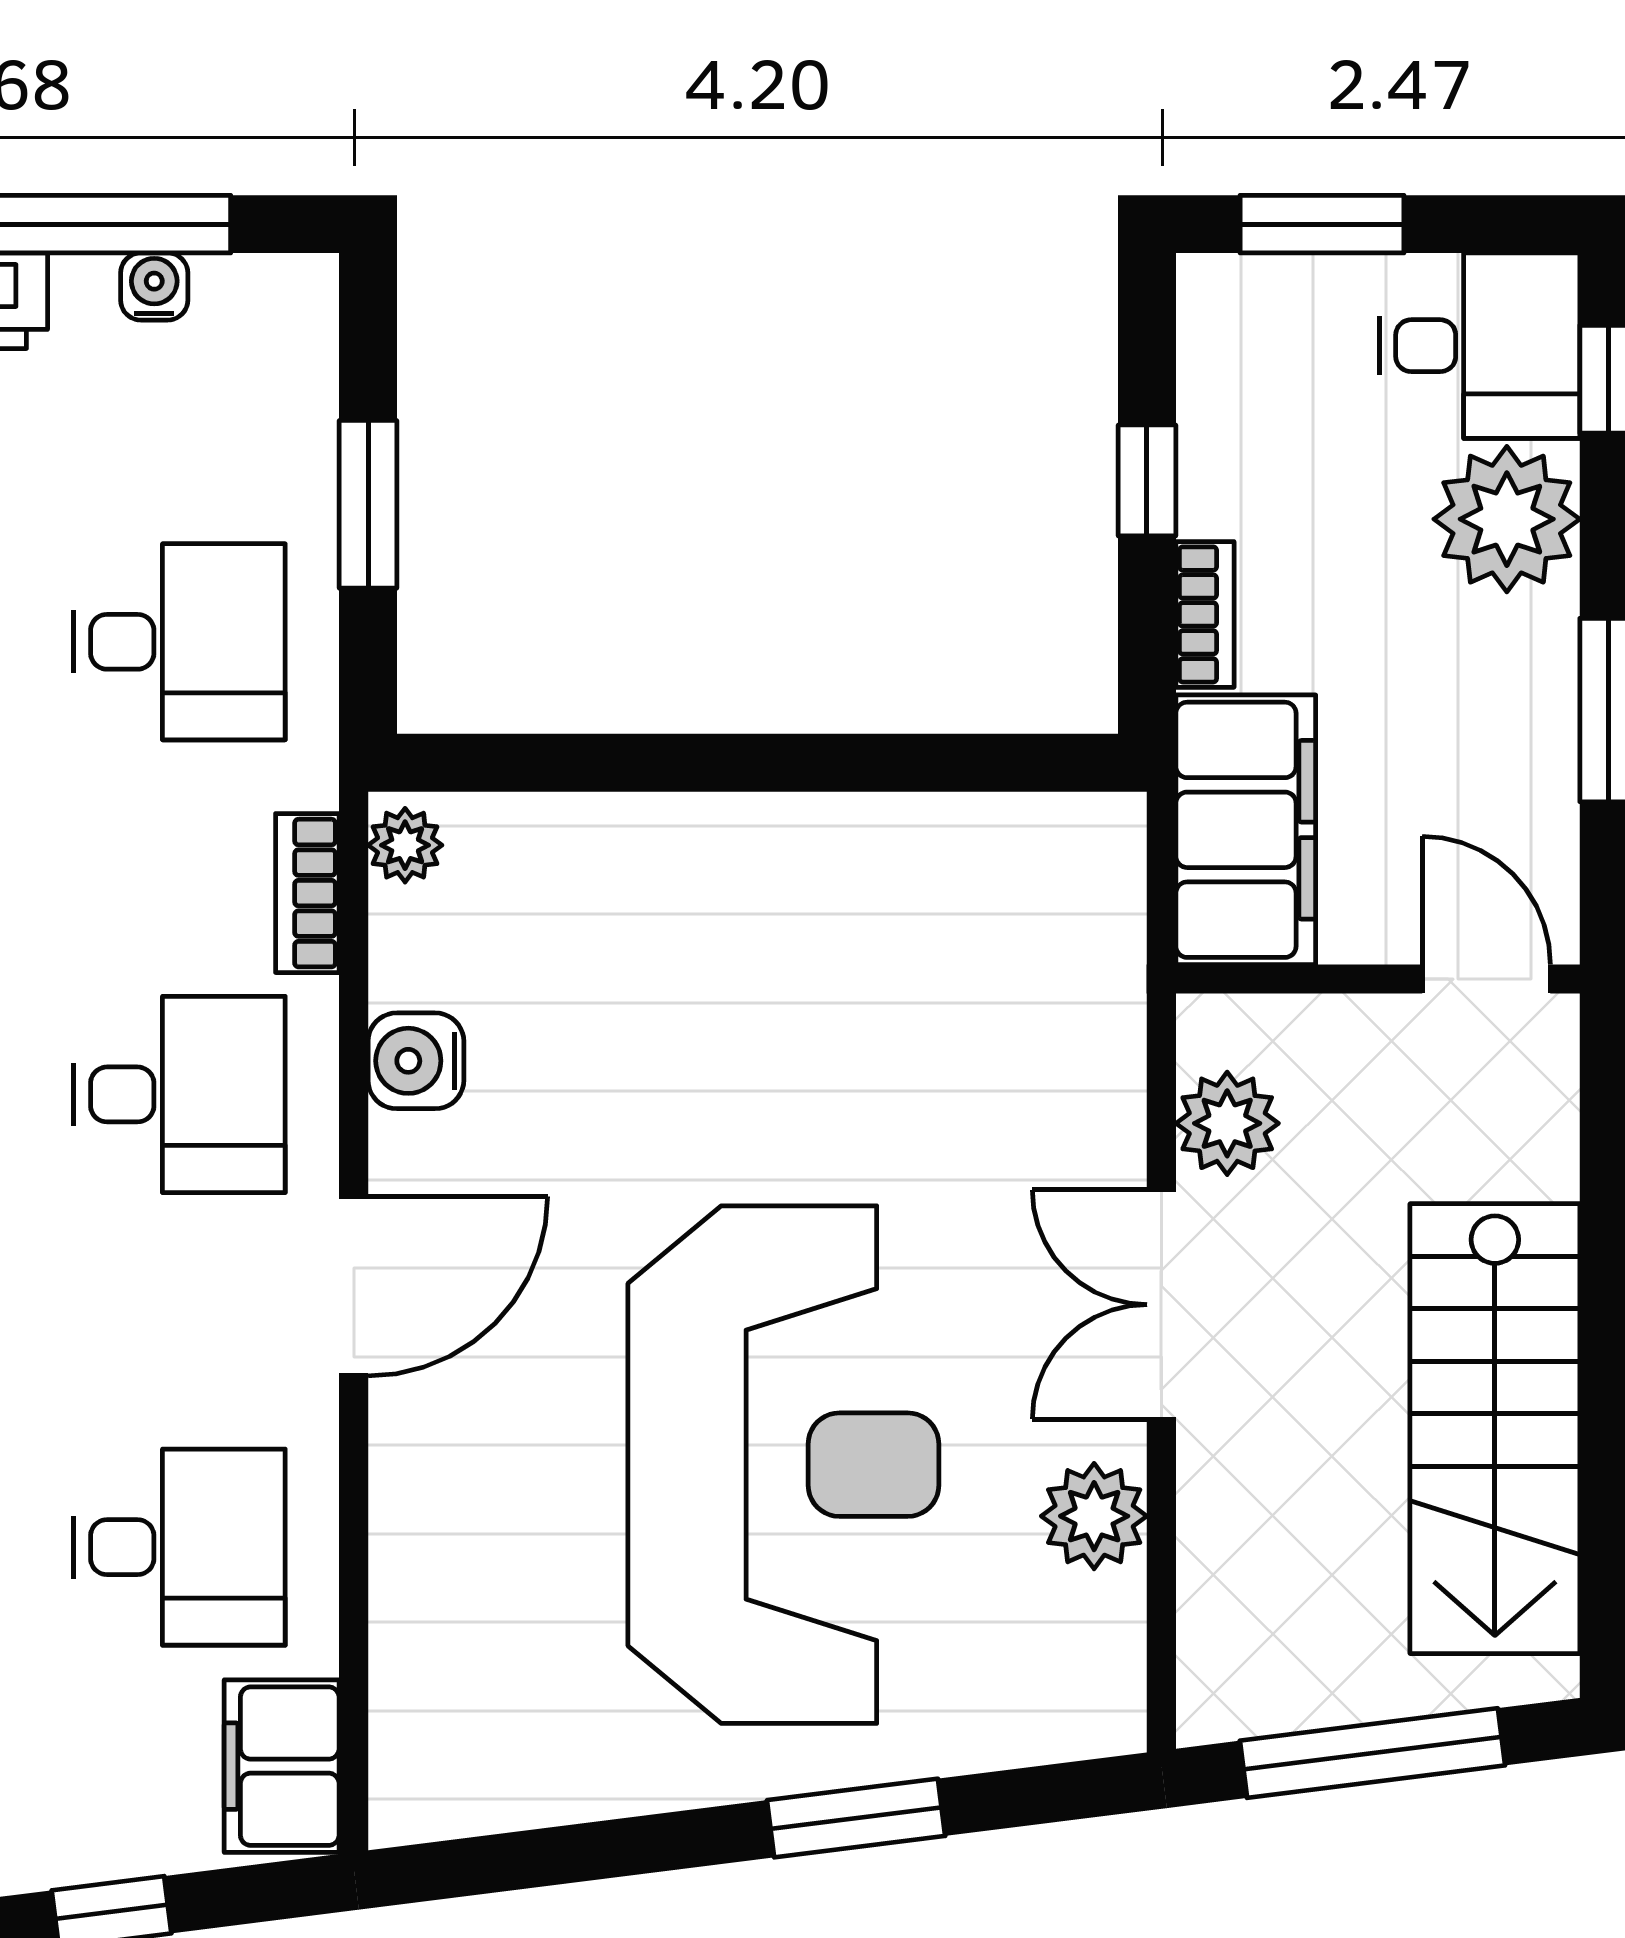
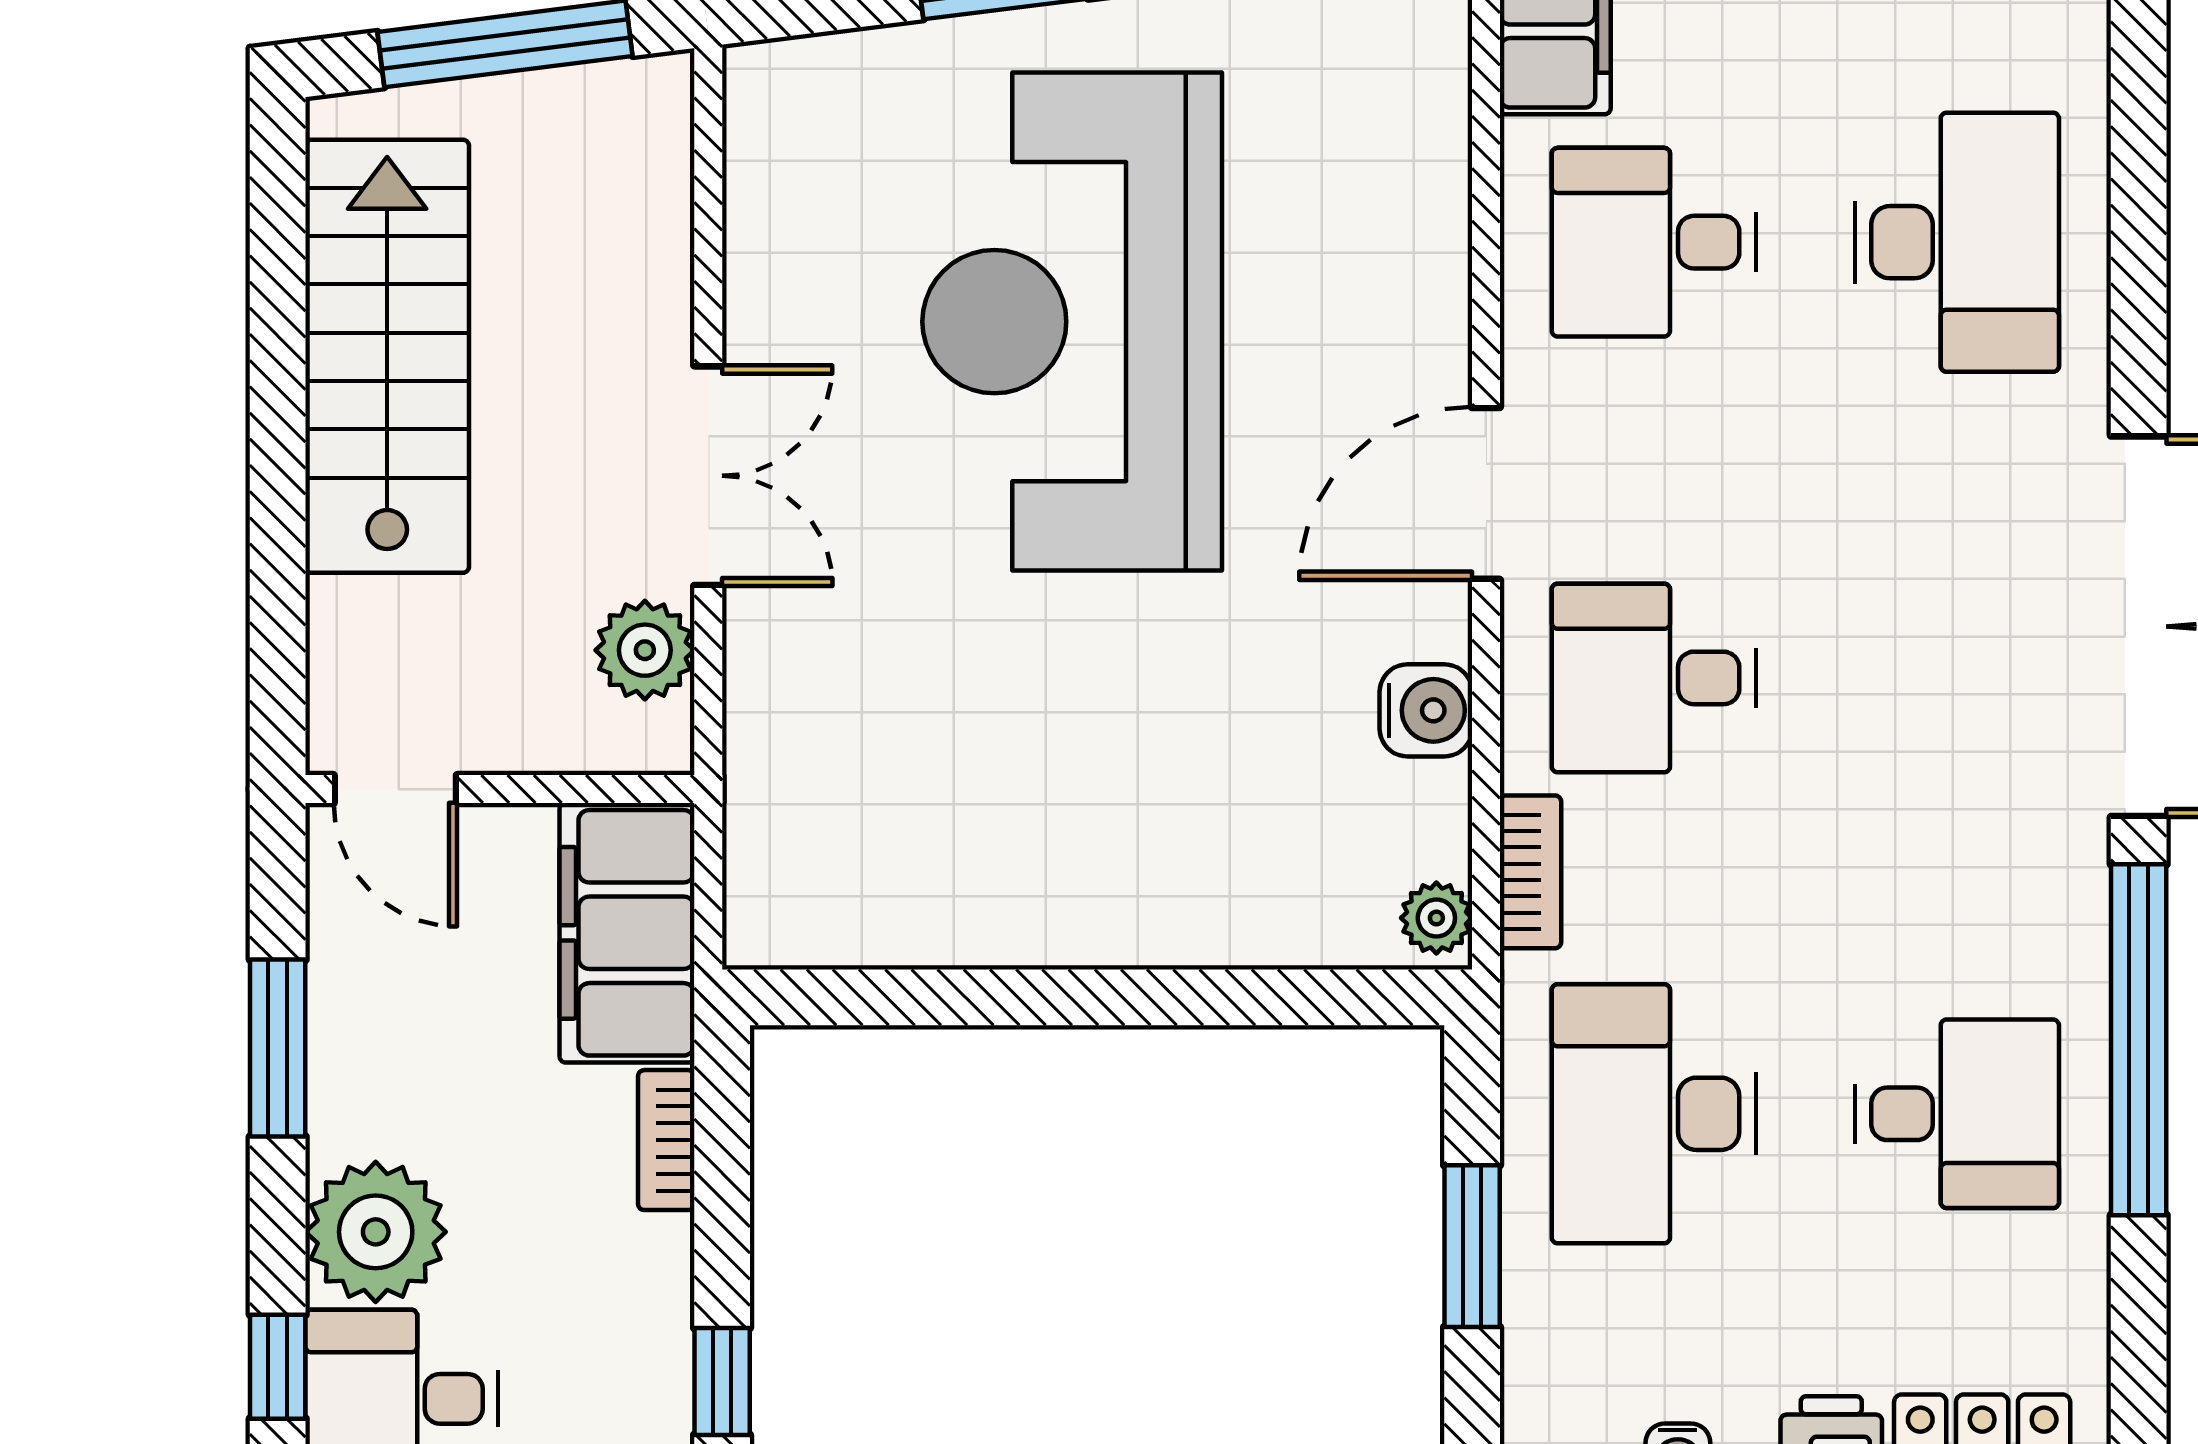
window: (1147, 480) -> (722, 1381), moved
desk: (179, 642) -> (1654, 1114), width x1.37
plant: (1094, 1516) -> (773, 272), removed

